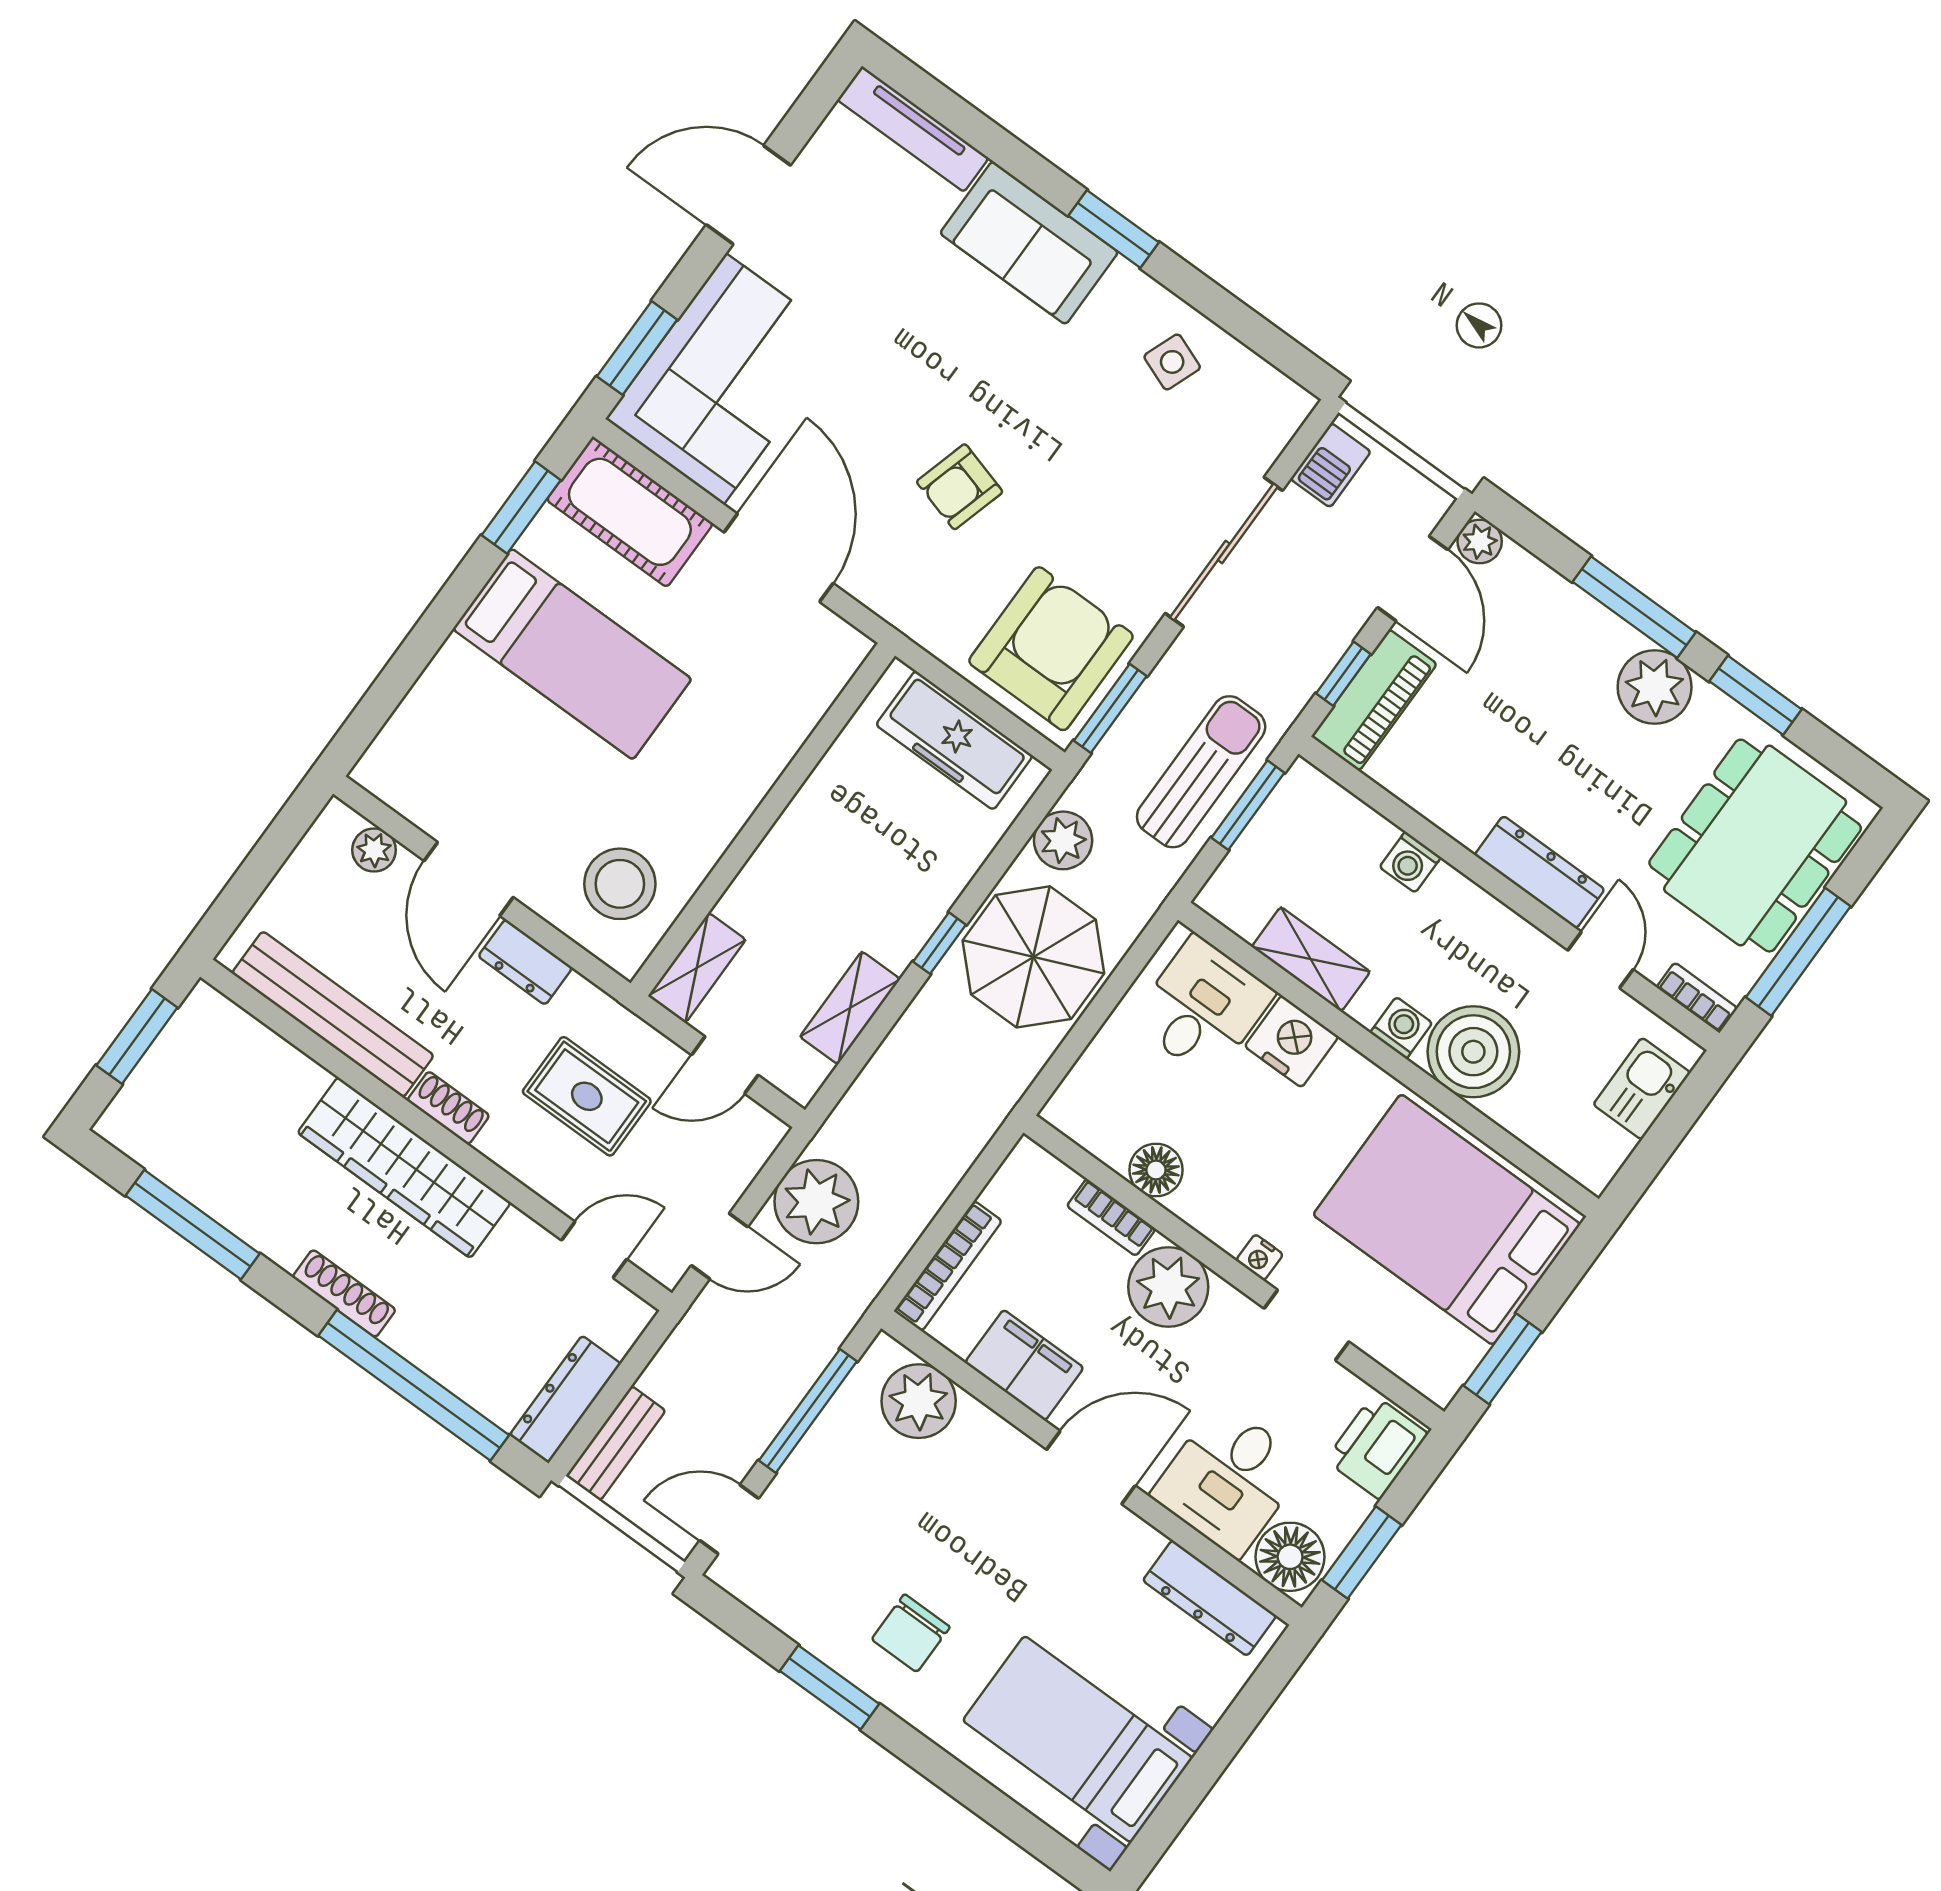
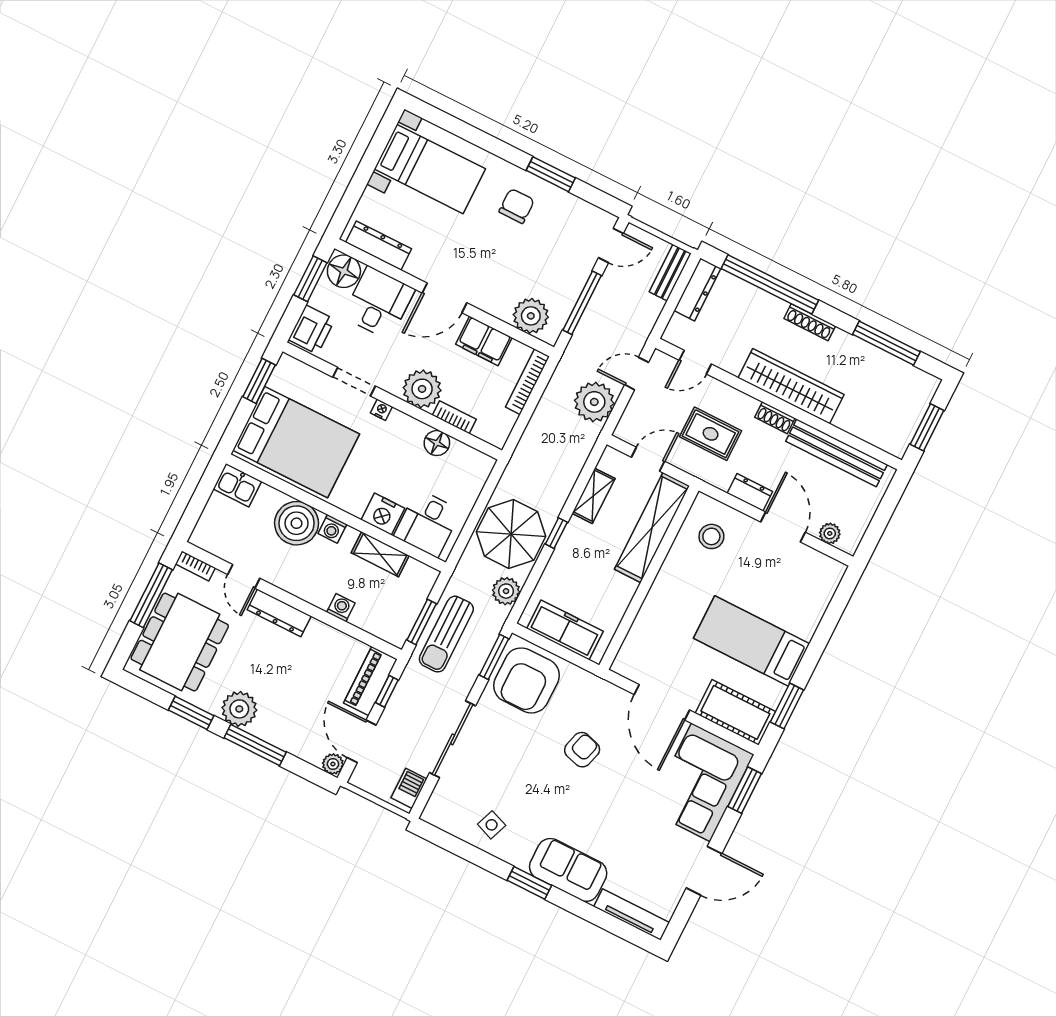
stool: (620, 884) -> (711, 536), width x0.73, depth x0.73
shelving: (697, 968) -> (652, 528), width x2.20, depth x1.33
kitchen sink: (1642, 1089) -> (237, 485), moved, turned 90

